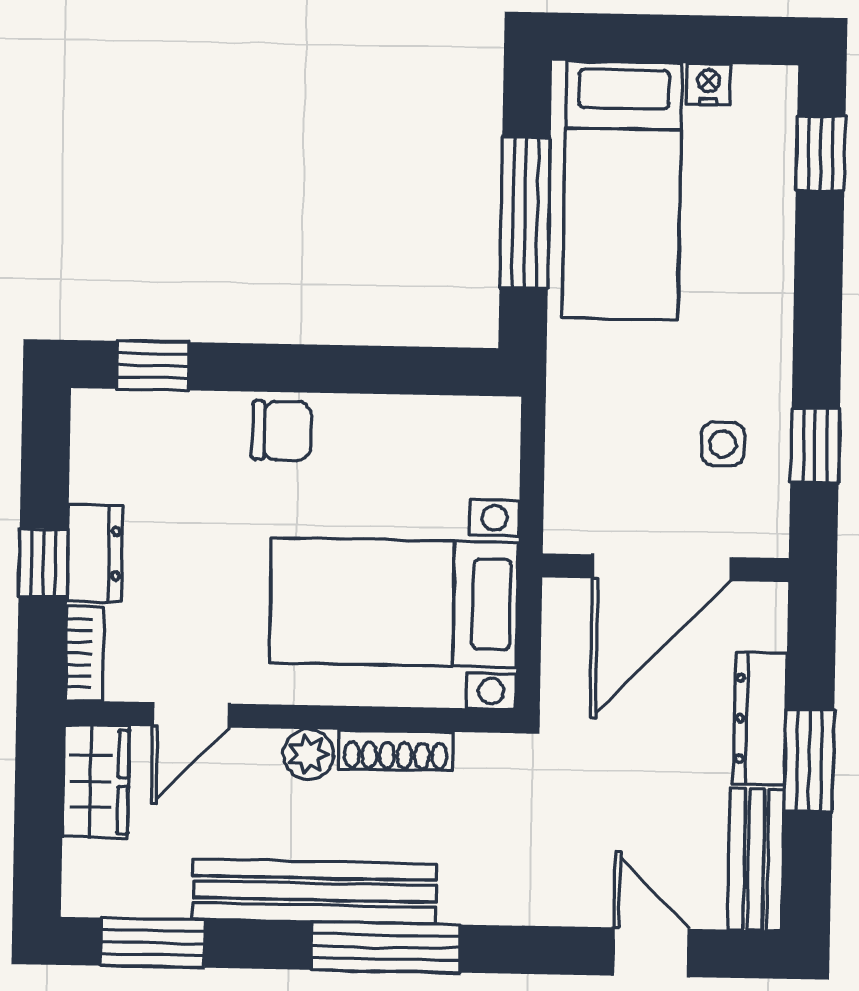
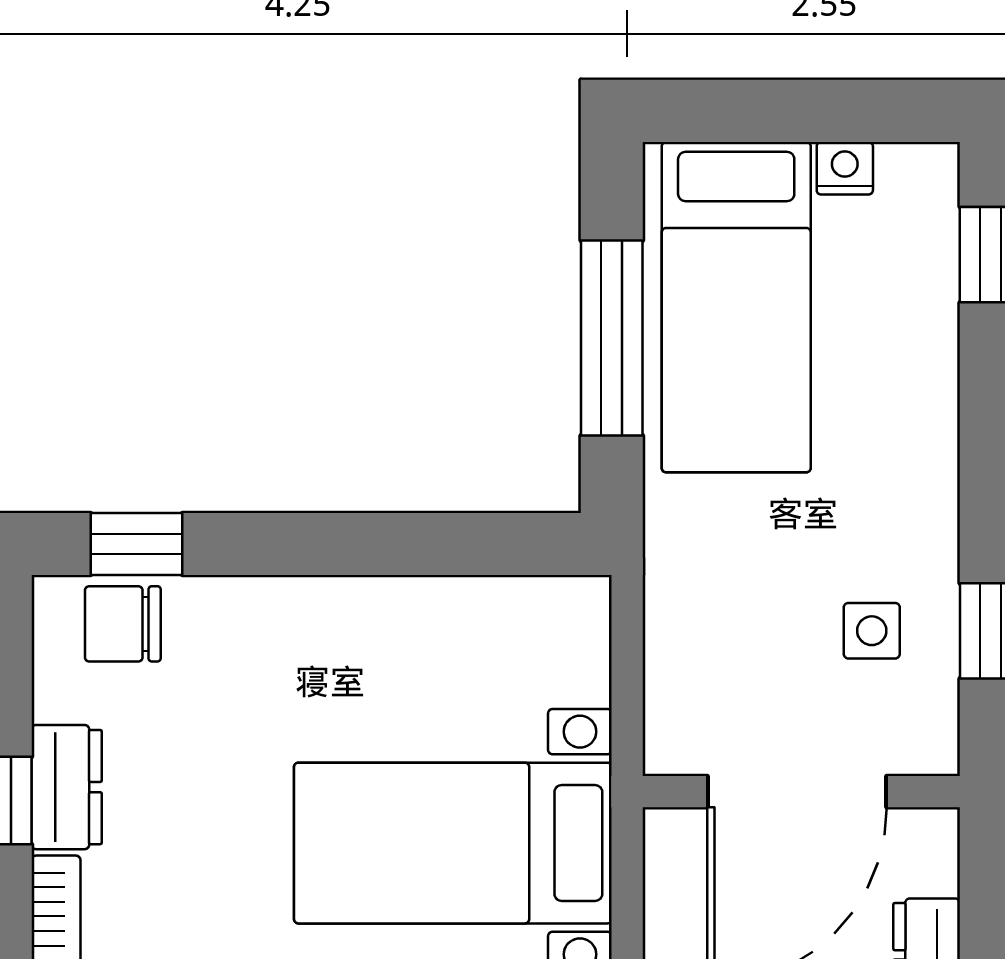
chair: (282, 431) -> (123, 624), moved, turned 180

